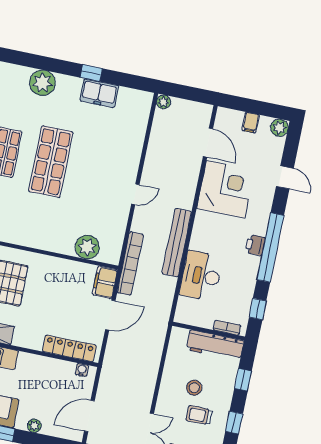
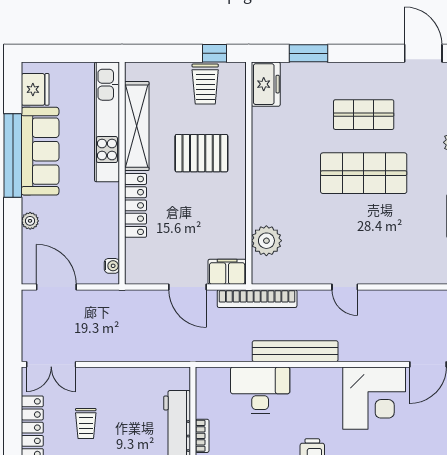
locker: (69, 348) -> (135, 205), moved
stool: (194, 388) -> (119, 410), removed
trolley: (199, 415) -> (86, 423), turned 180

